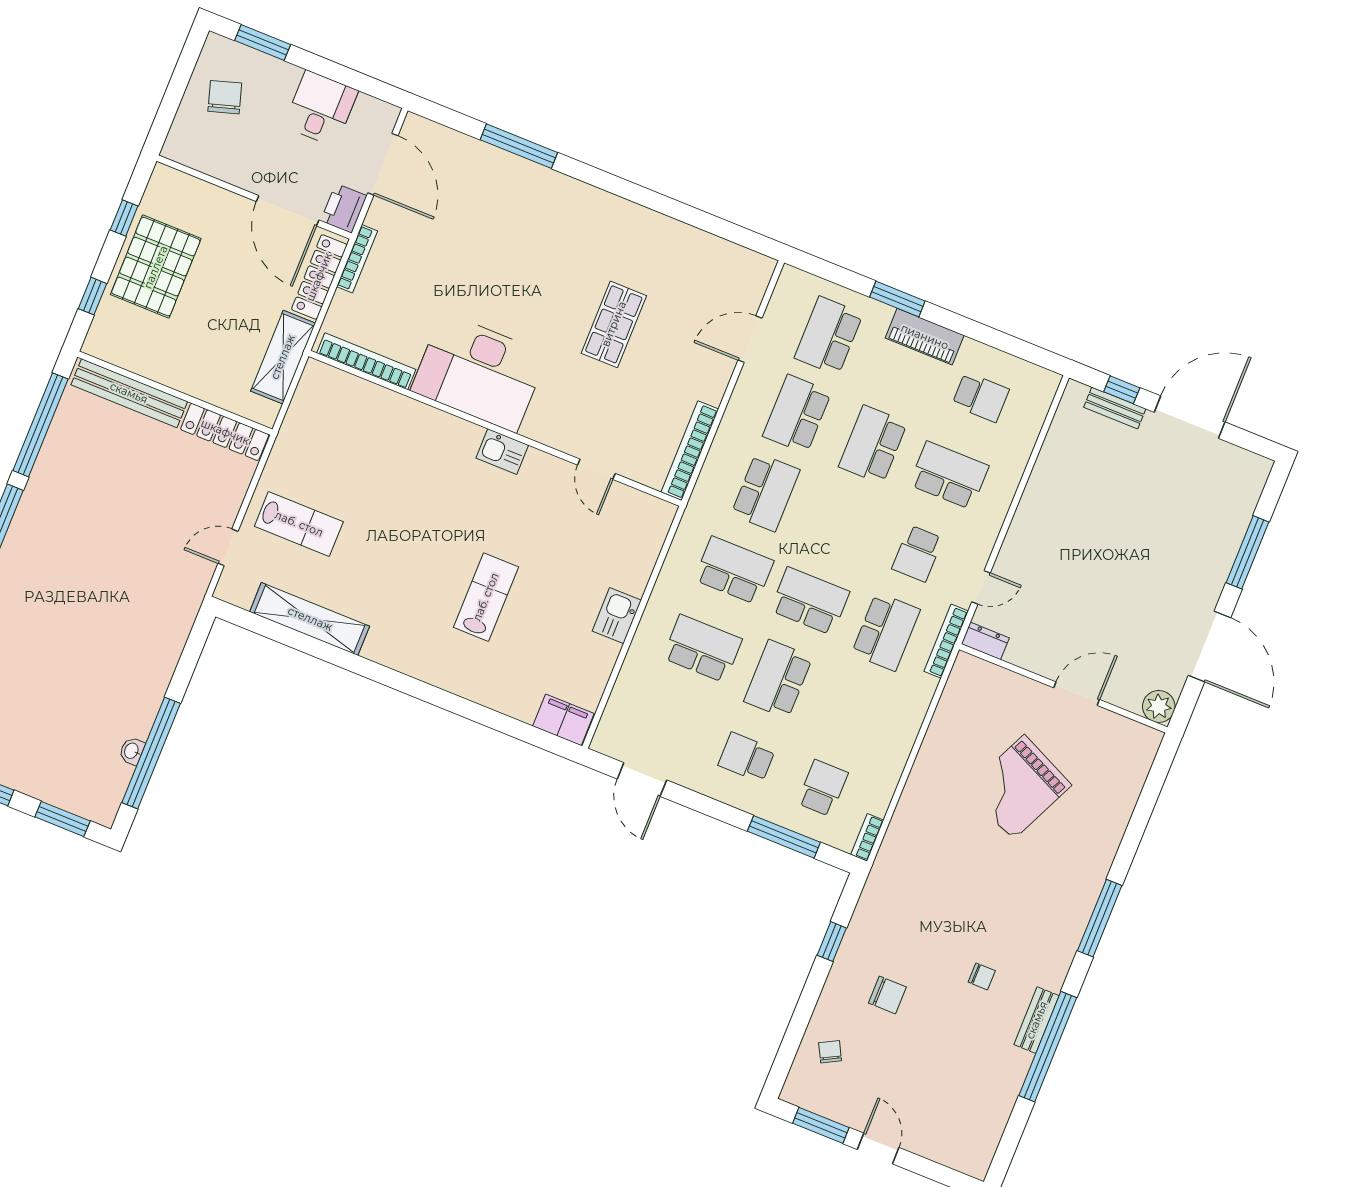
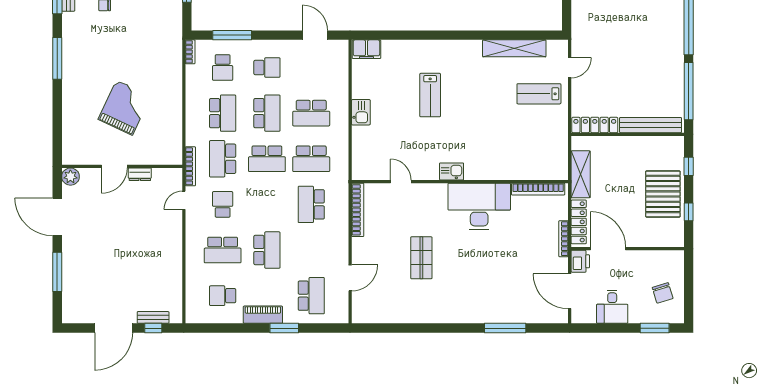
school desk: (797, 414) -> (223, 113), moved
dresser: (985, 641) -> (140, 174), moved

